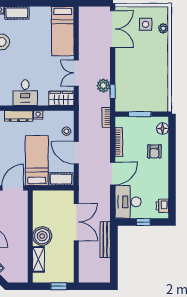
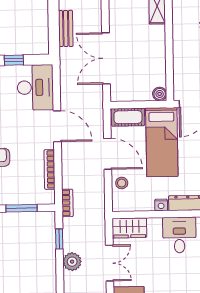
plant: (104, 86) -> (72, 262), moved
door: (113, 173) -> (57, 126), swing flipped
boiler: (42, 236) -> (160, 94), moved, width x0.54, depth x0.54
bench: (105, 240) -> (66, 28), width x0.73

